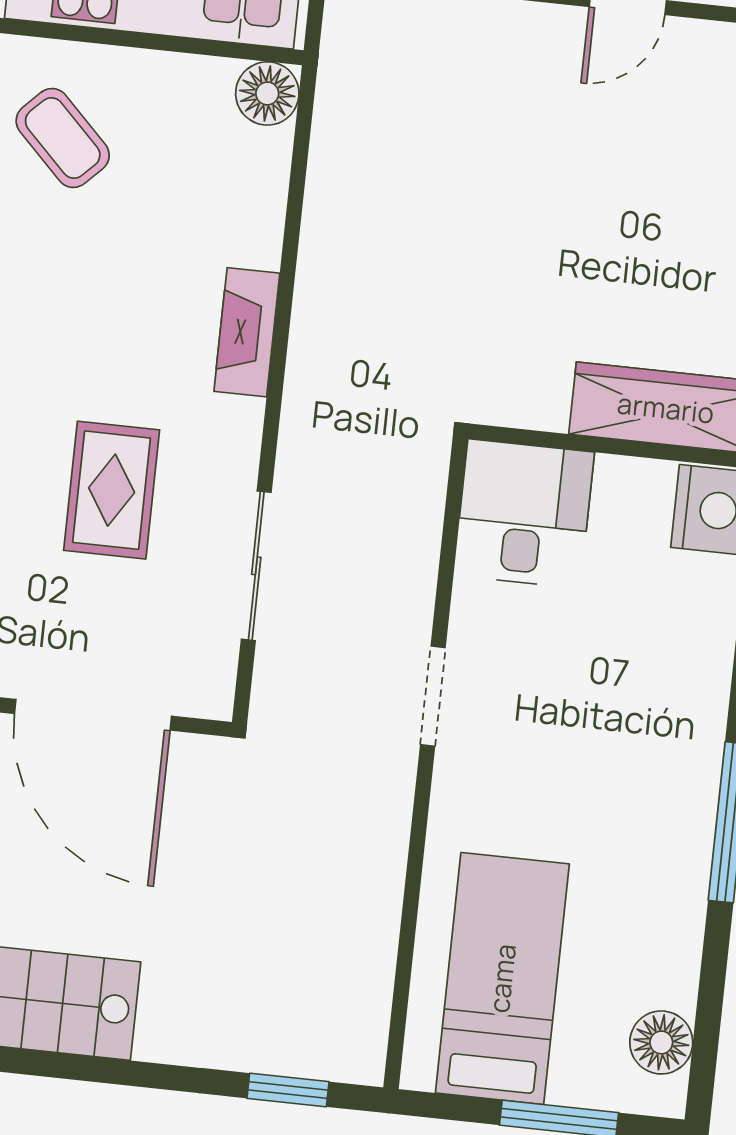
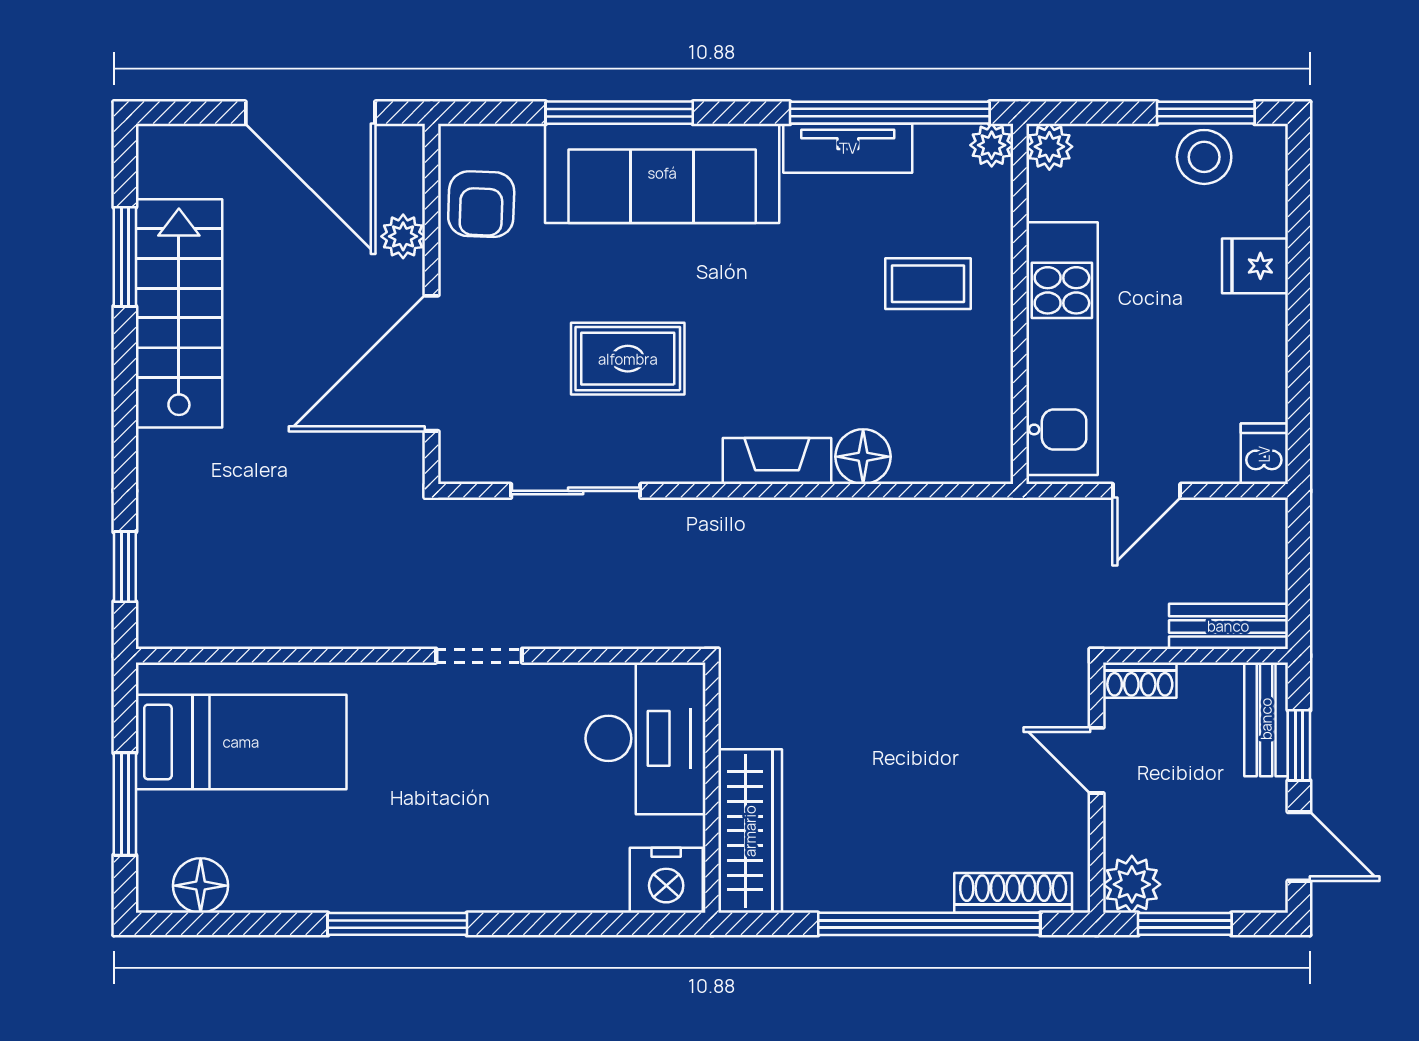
floor lamp: (267, 93) -> (863, 457), moved
coffee table: (63, 138) -> (928, 284), turned 45
desk: (524, 514) -> (645, 738), width x1.37

